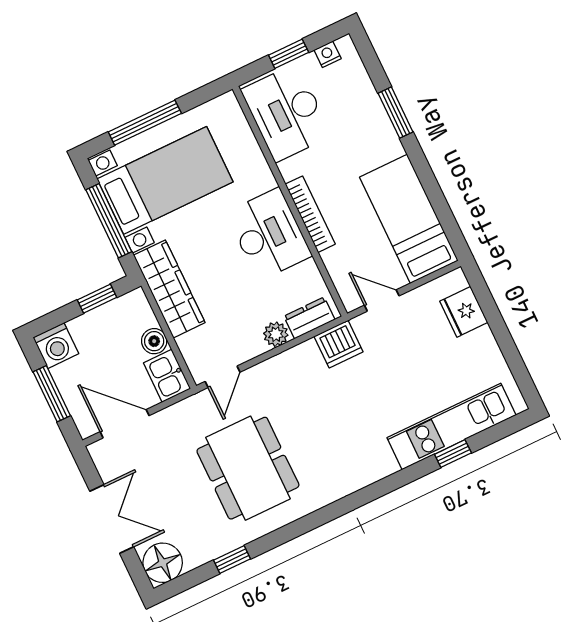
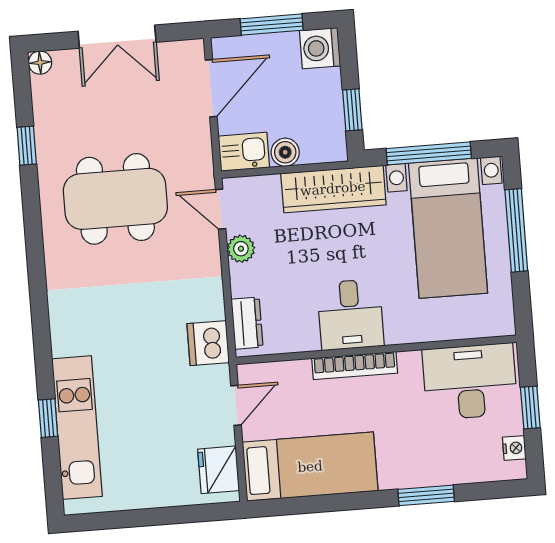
desk: (269, 234) -> (350, 315), width x0.73
fridge: (464, 312) -> (219, 470), moved, turned -90
plant: (276, 334) -> (241, 249), moved
floor lamp: (163, 563) -> (40, 63), width x0.53, depth x0.53

